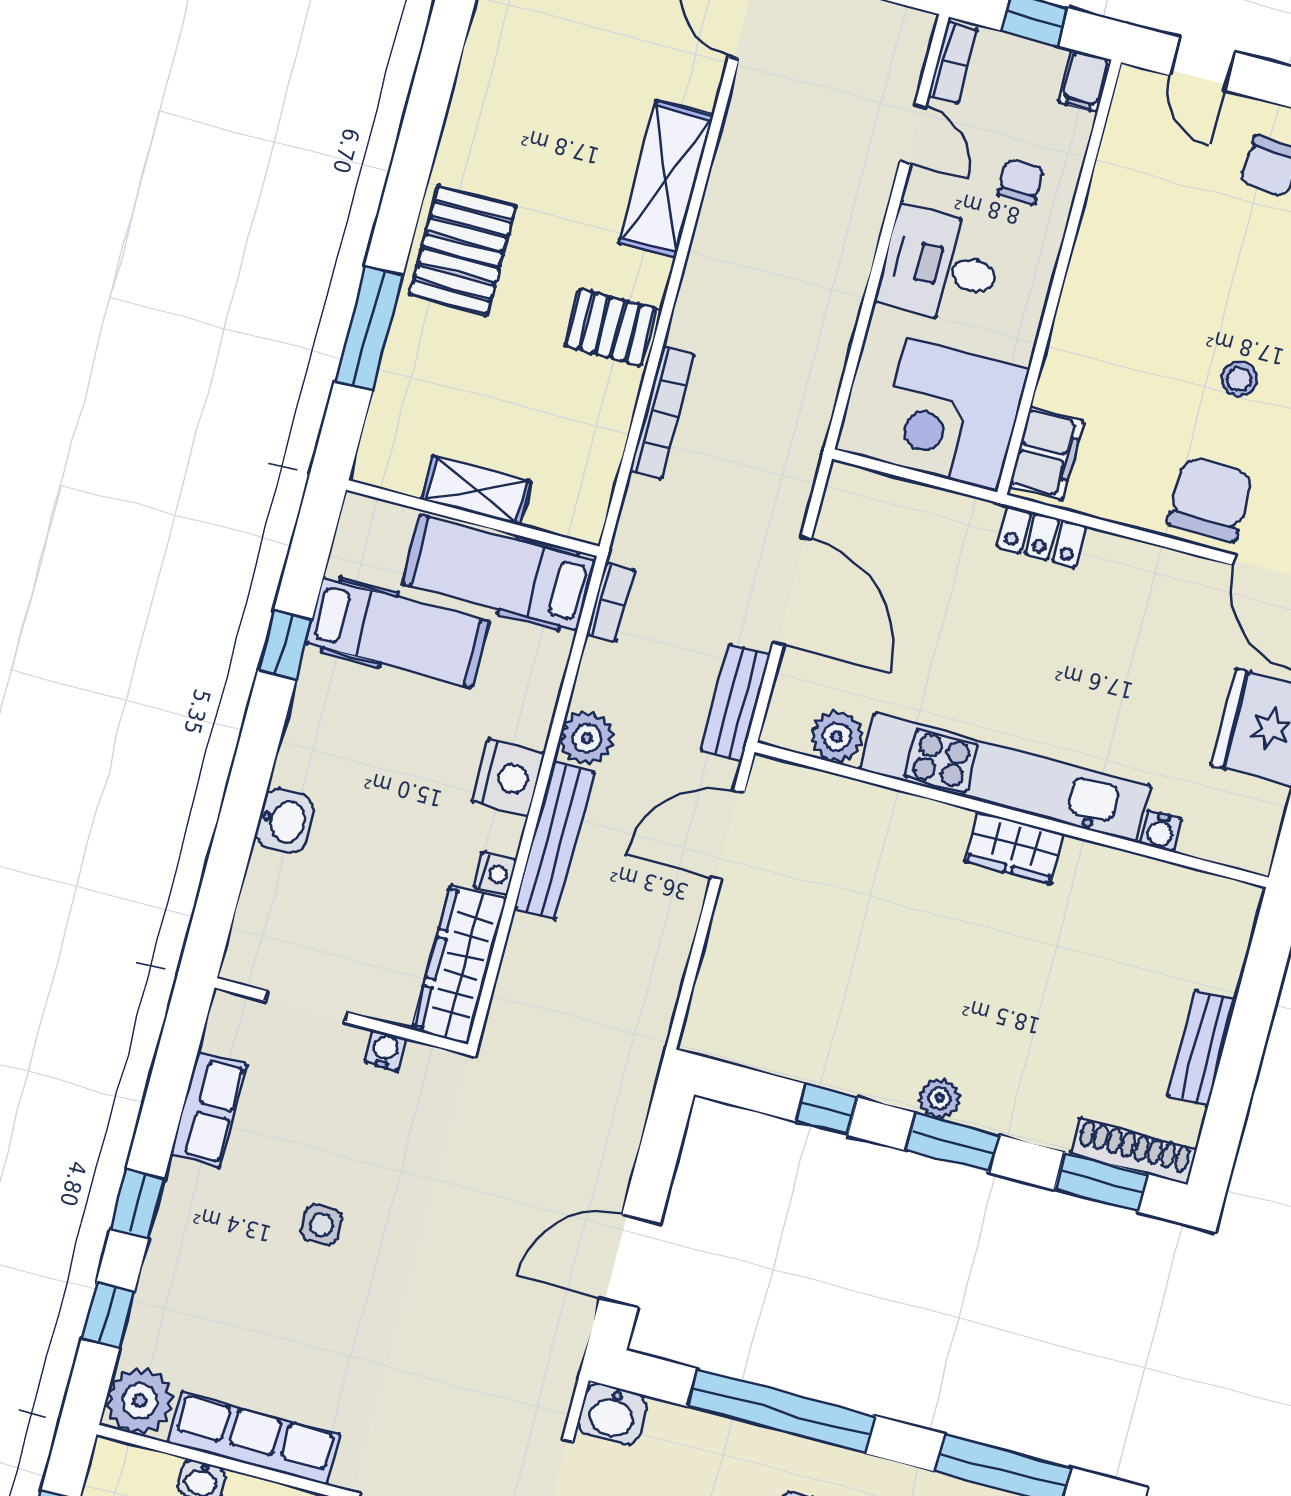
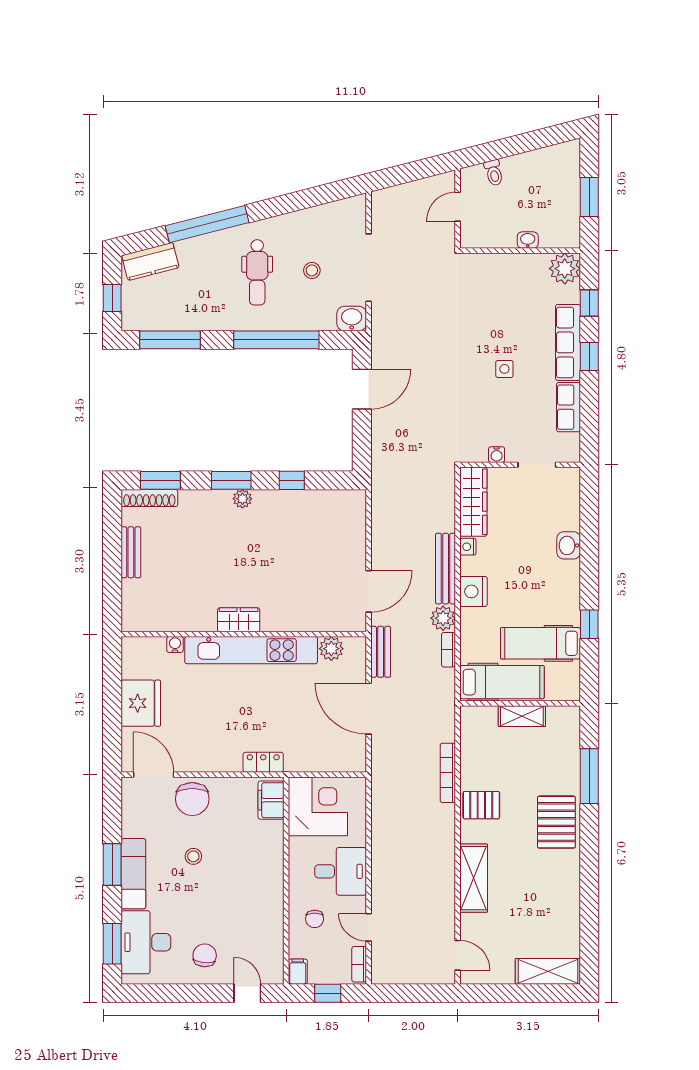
bookcase: (610, 602) -> (449, 650), moved
row of seats: (254, 1438) -> (568, 342), moved, turned 90

